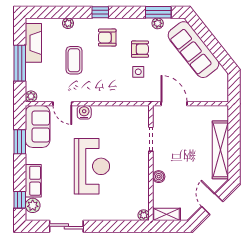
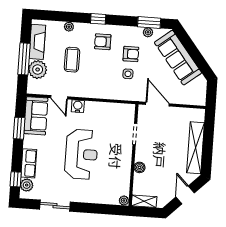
plant: (31, 96) -> (38, 70), moved, width x1.88, depth x1.88

